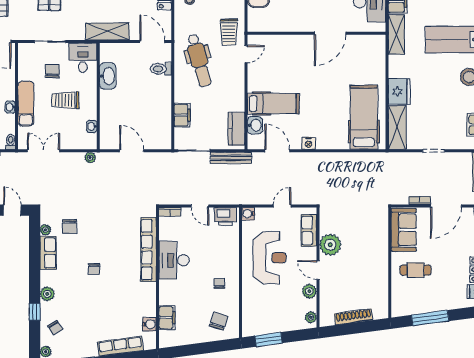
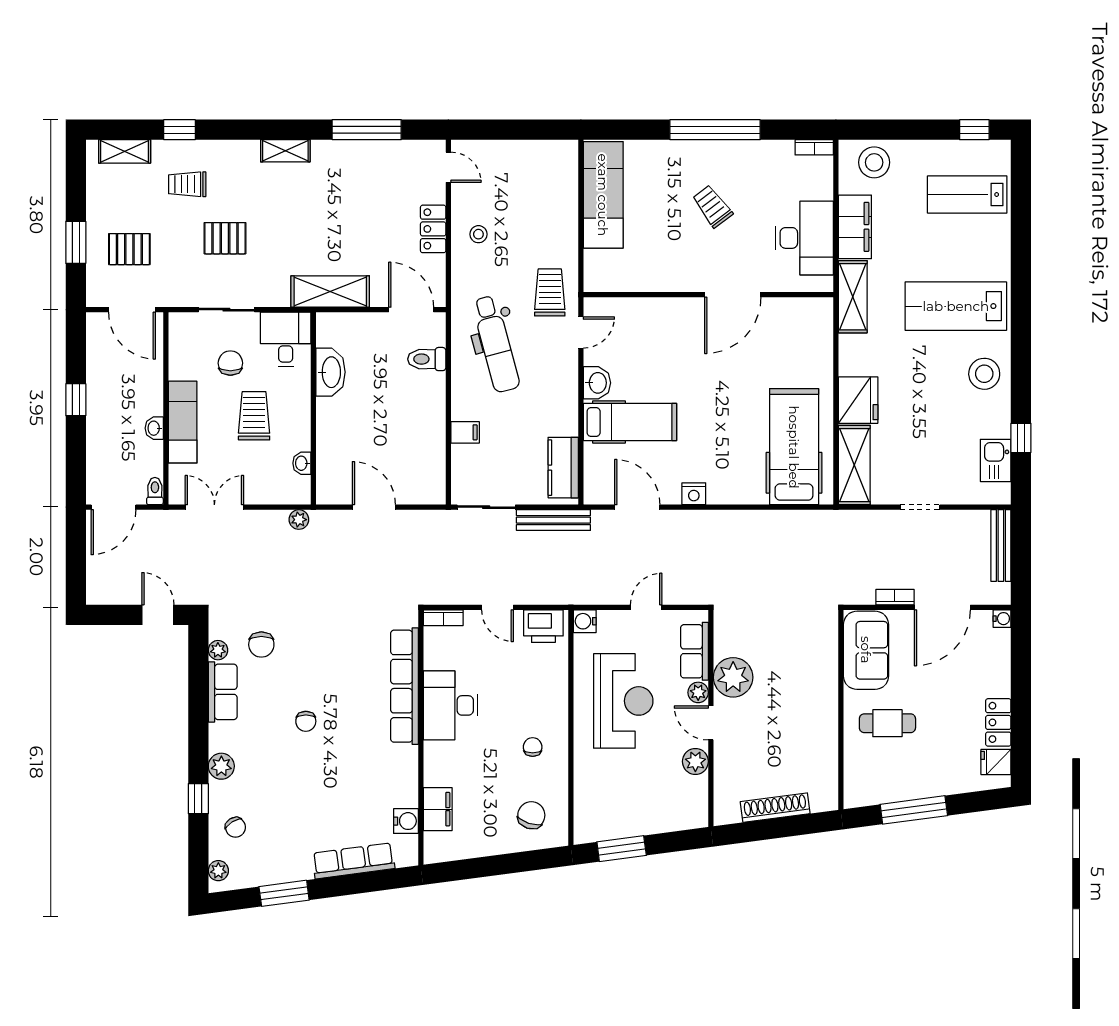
trolley: (229, 32) -> (550, 292), turned 180
trolley: (65, 100) -> (254, 416), turned 90
filing cabinet: (182, 115) -> (465, 432), width x0.50
washbasin: (255, 125) -> (597, 383), moved
plant: (311, 317) -> (698, 692), moved

